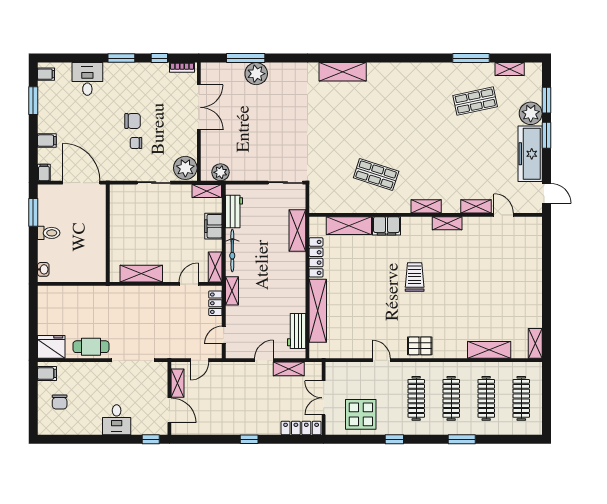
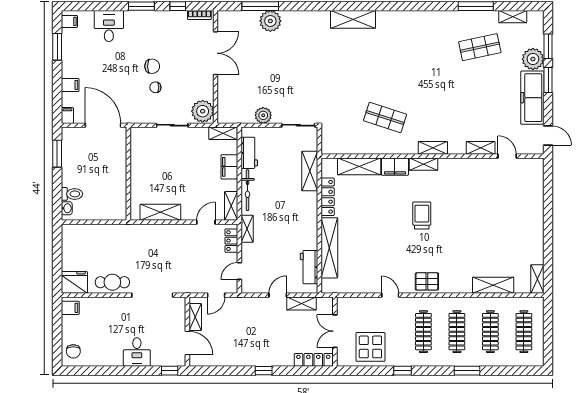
plant: (221, 172) -> (263, 115), moved
shelving: (447, 223) -> (423, 164), moved
toilet: (49, 233) -> (72, 194), moved
chair: (60, 402) -> (73, 351), moved

